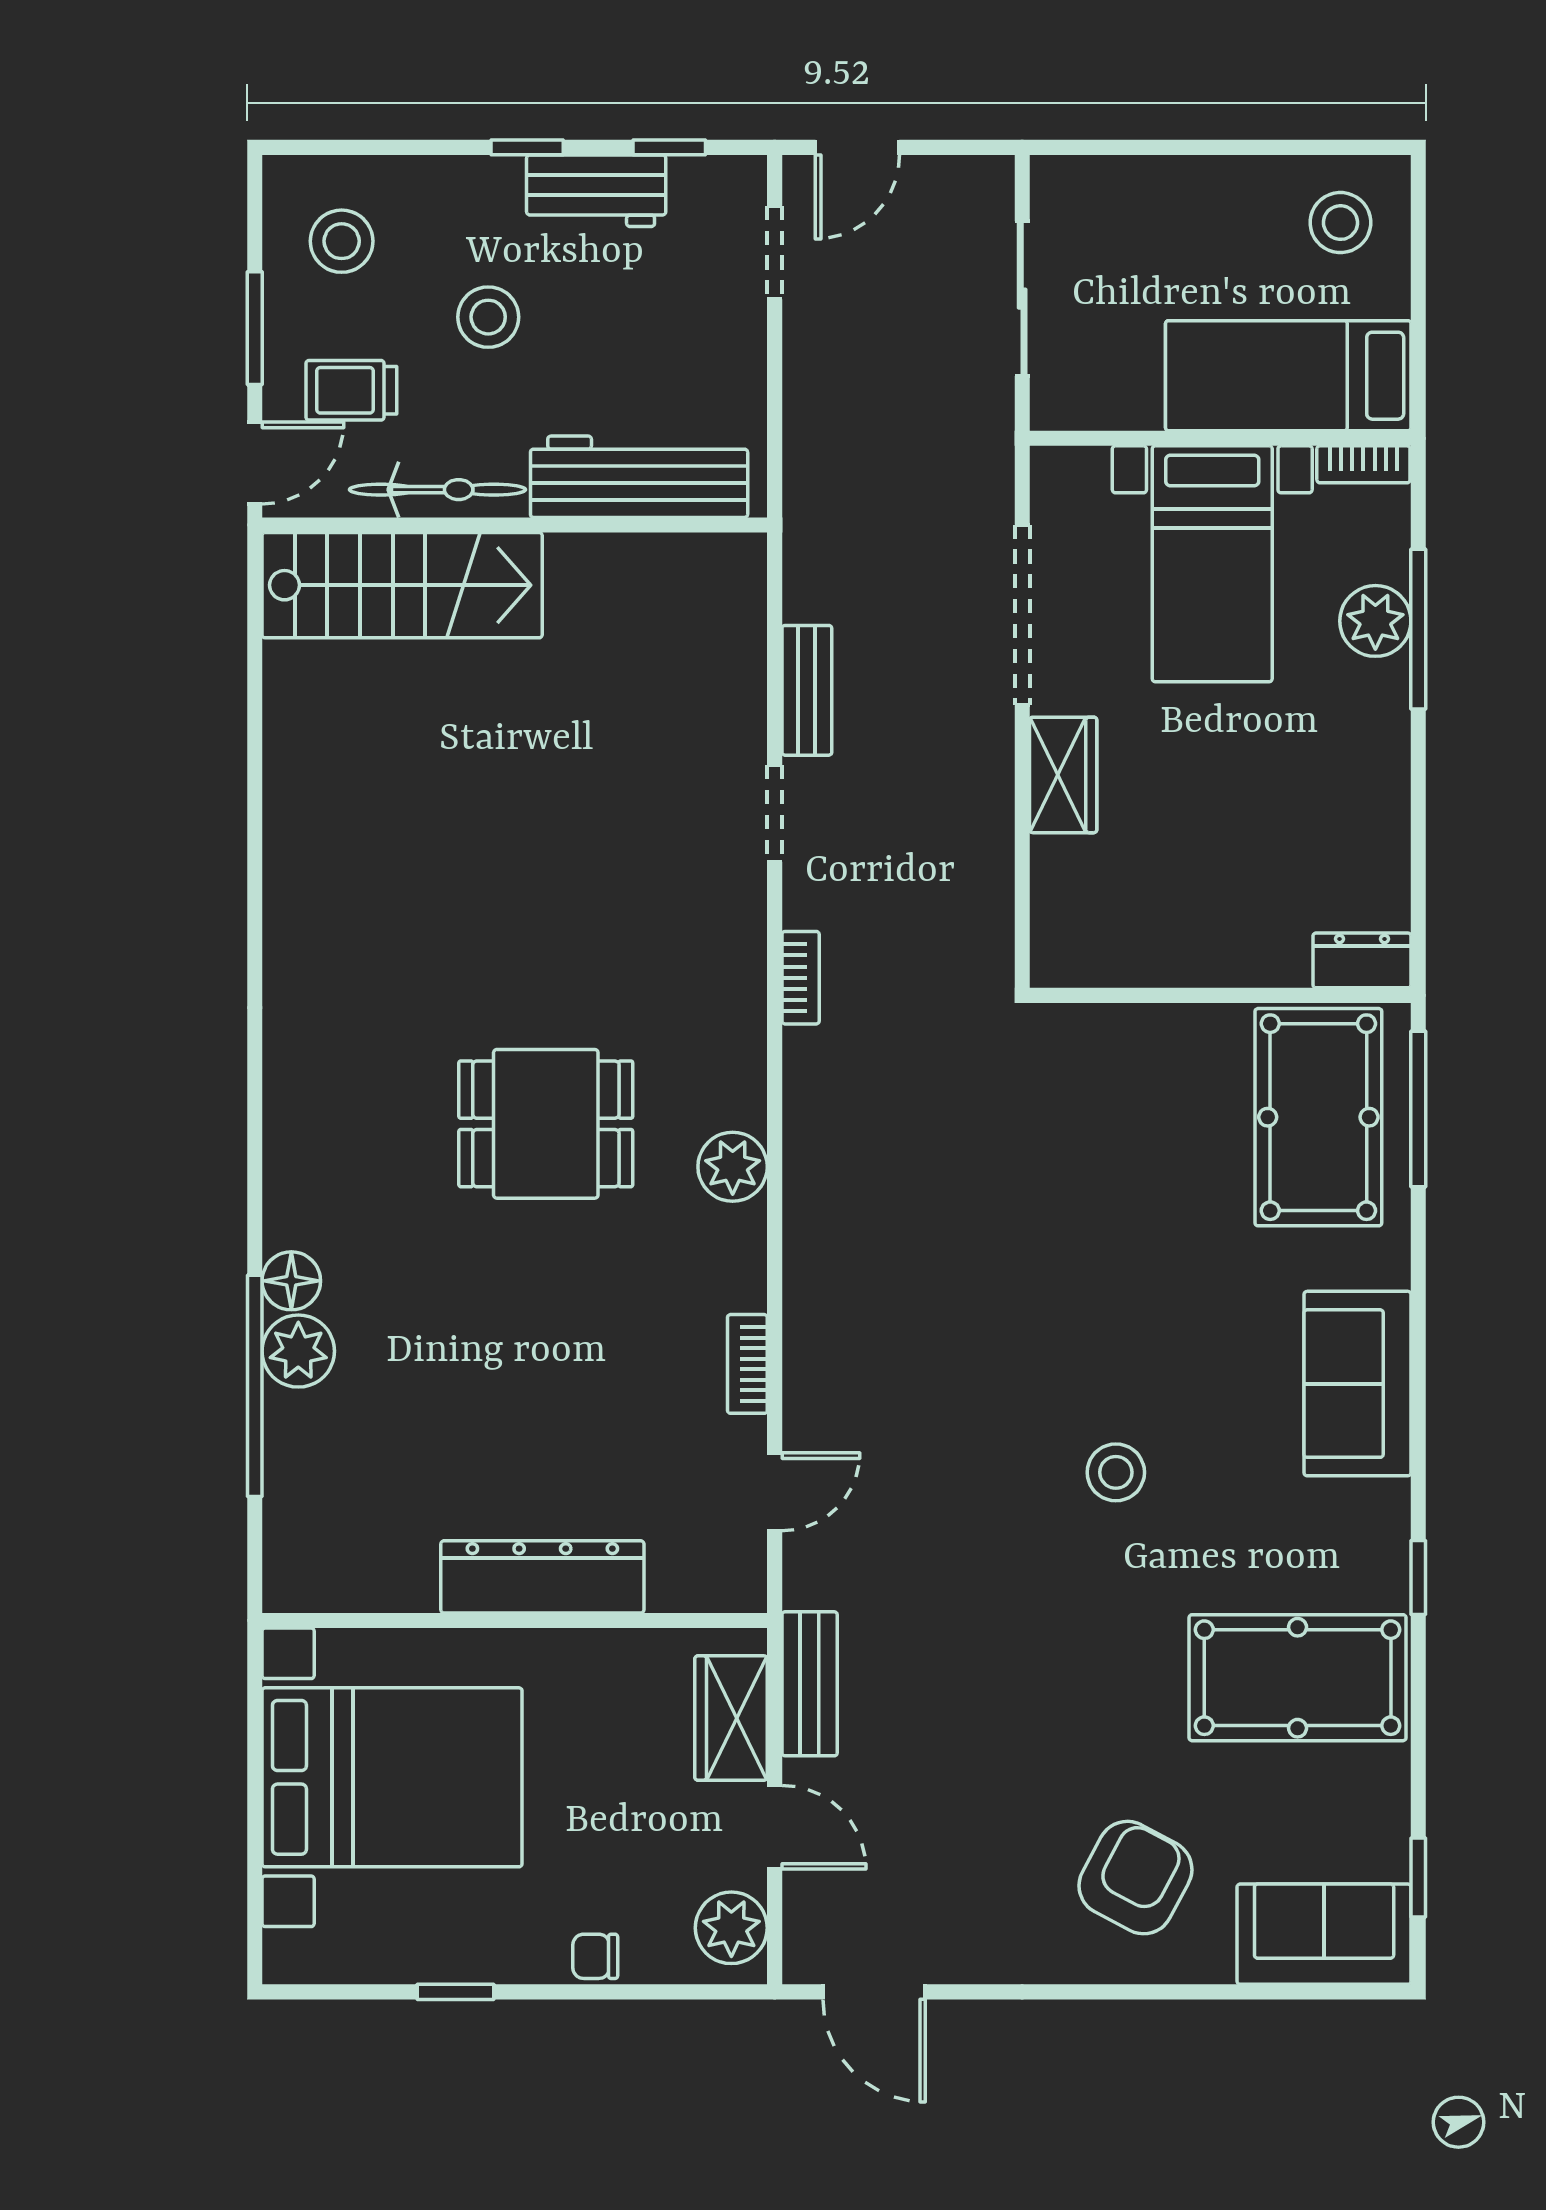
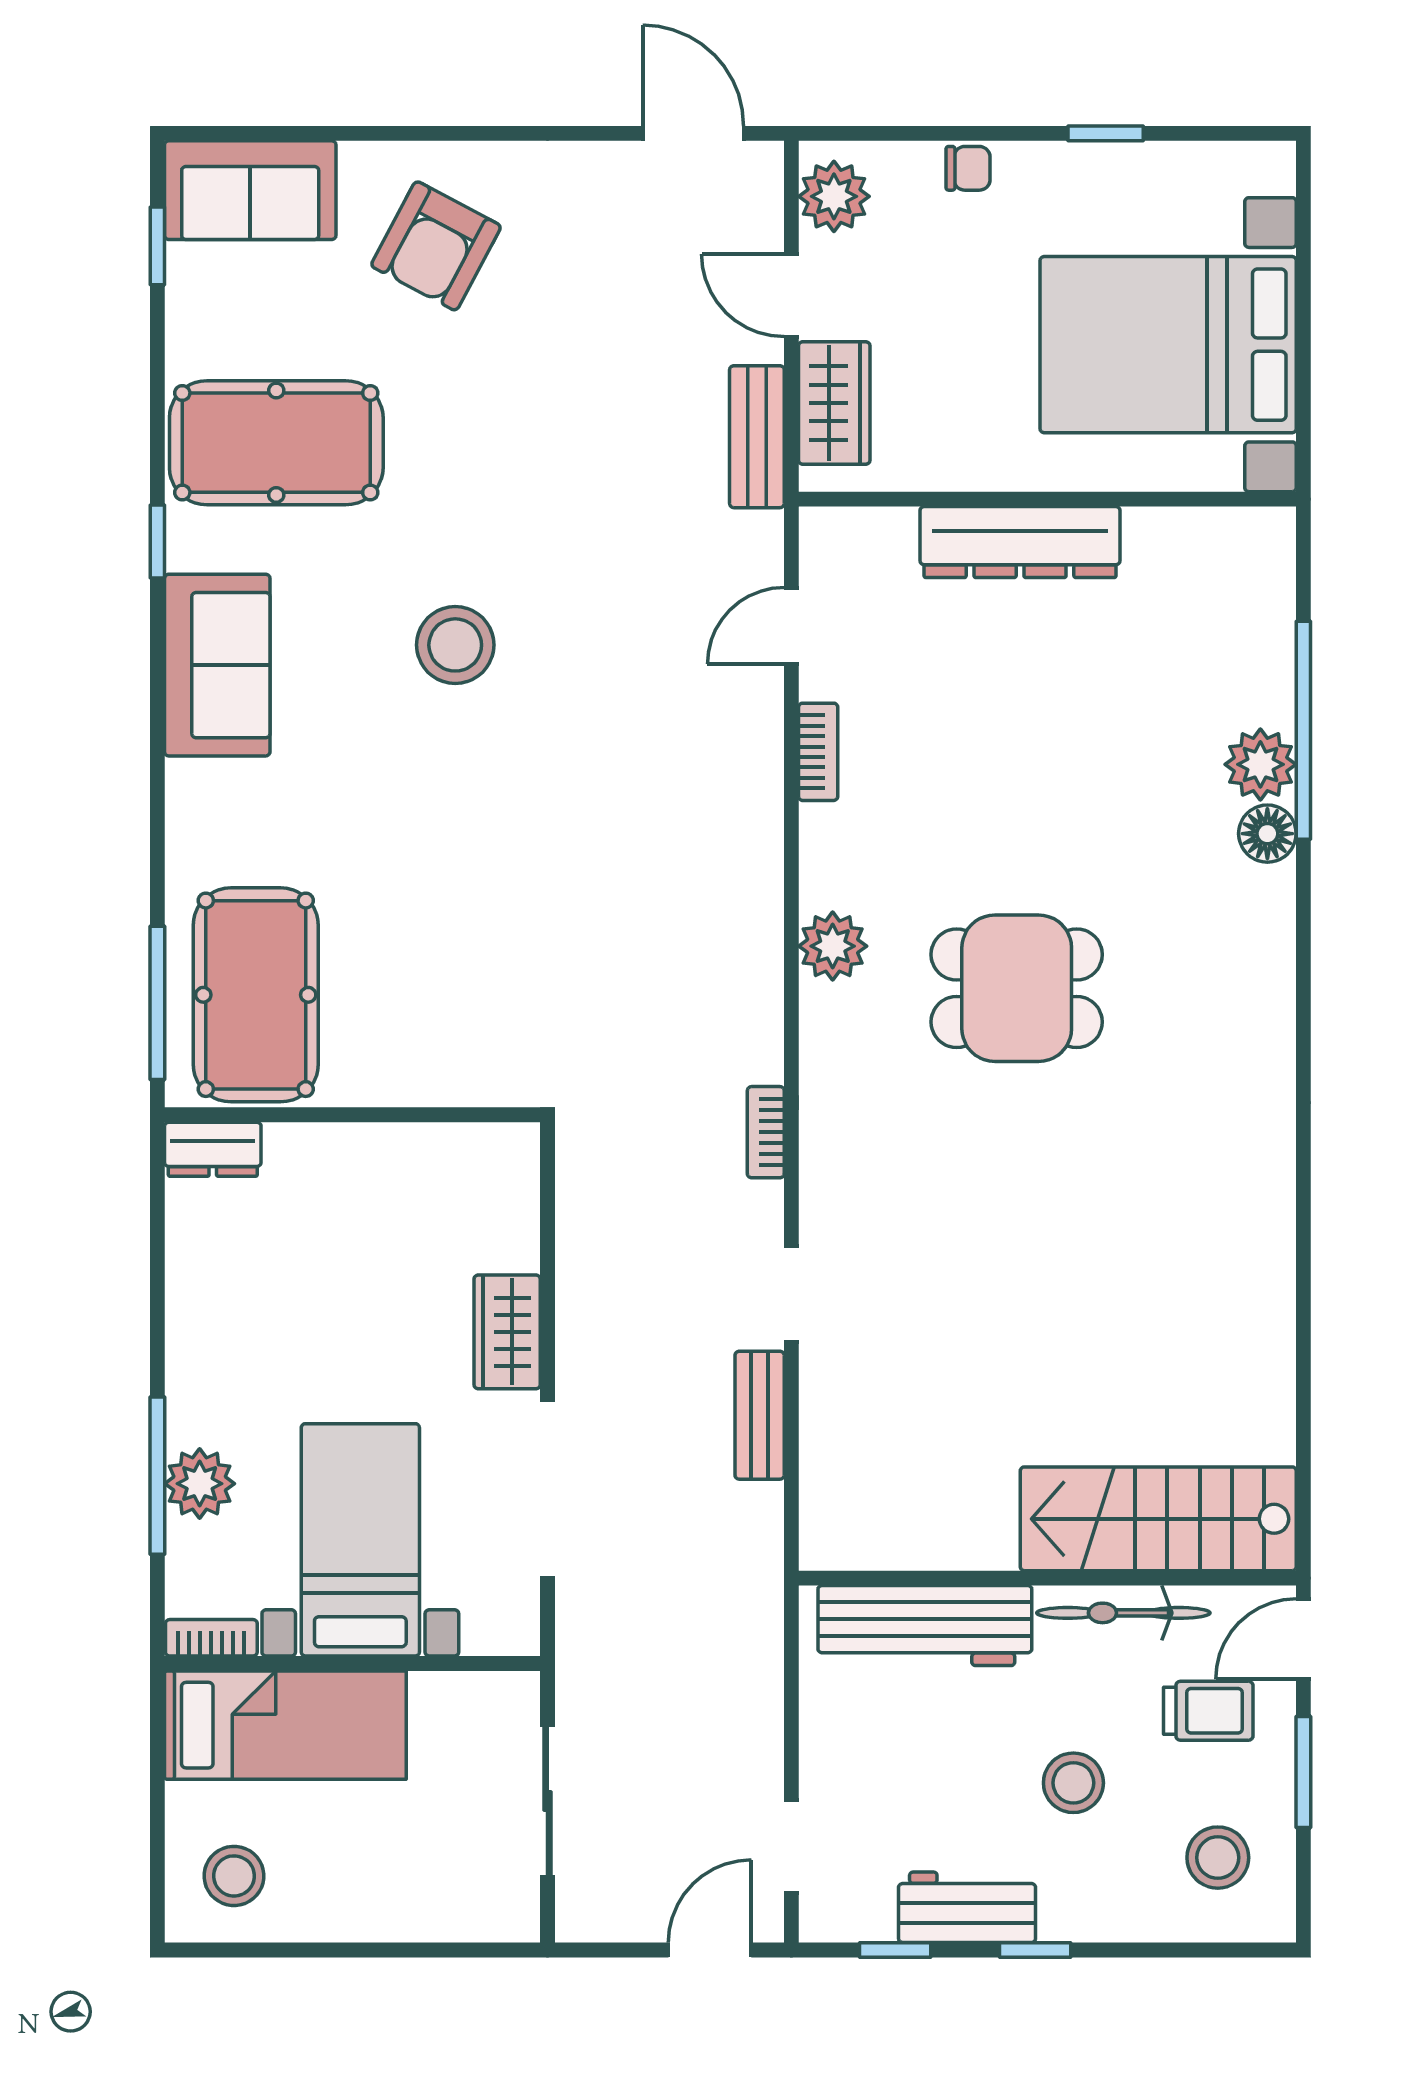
sofa: (1358, 1384) -> (217, 665), moved
stool: (1116, 1472) -> (455, 645), width x1.38, depth x1.38

